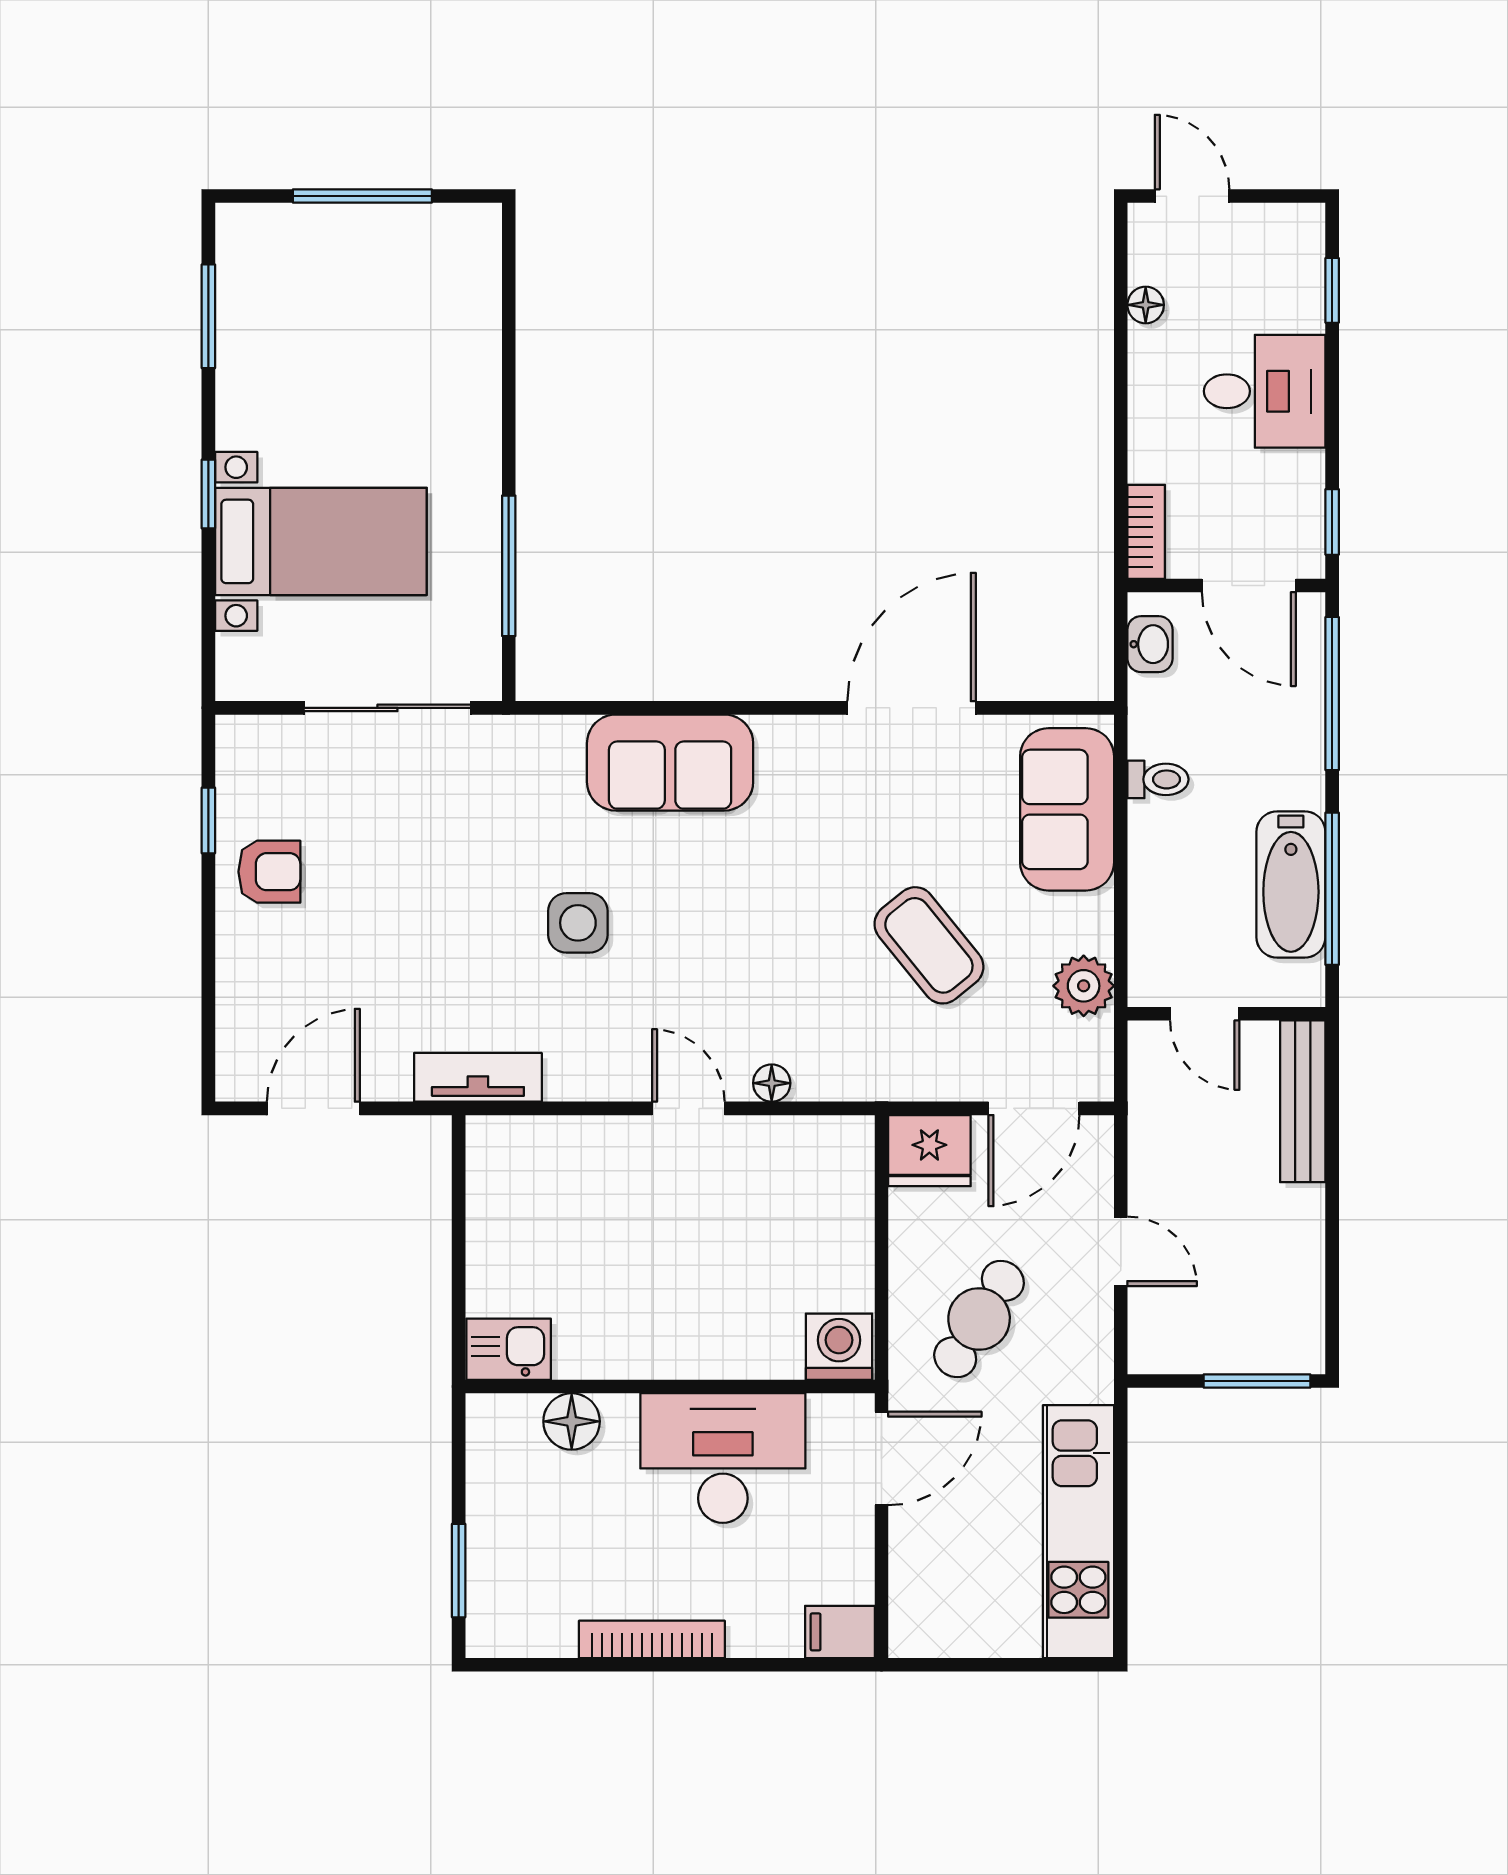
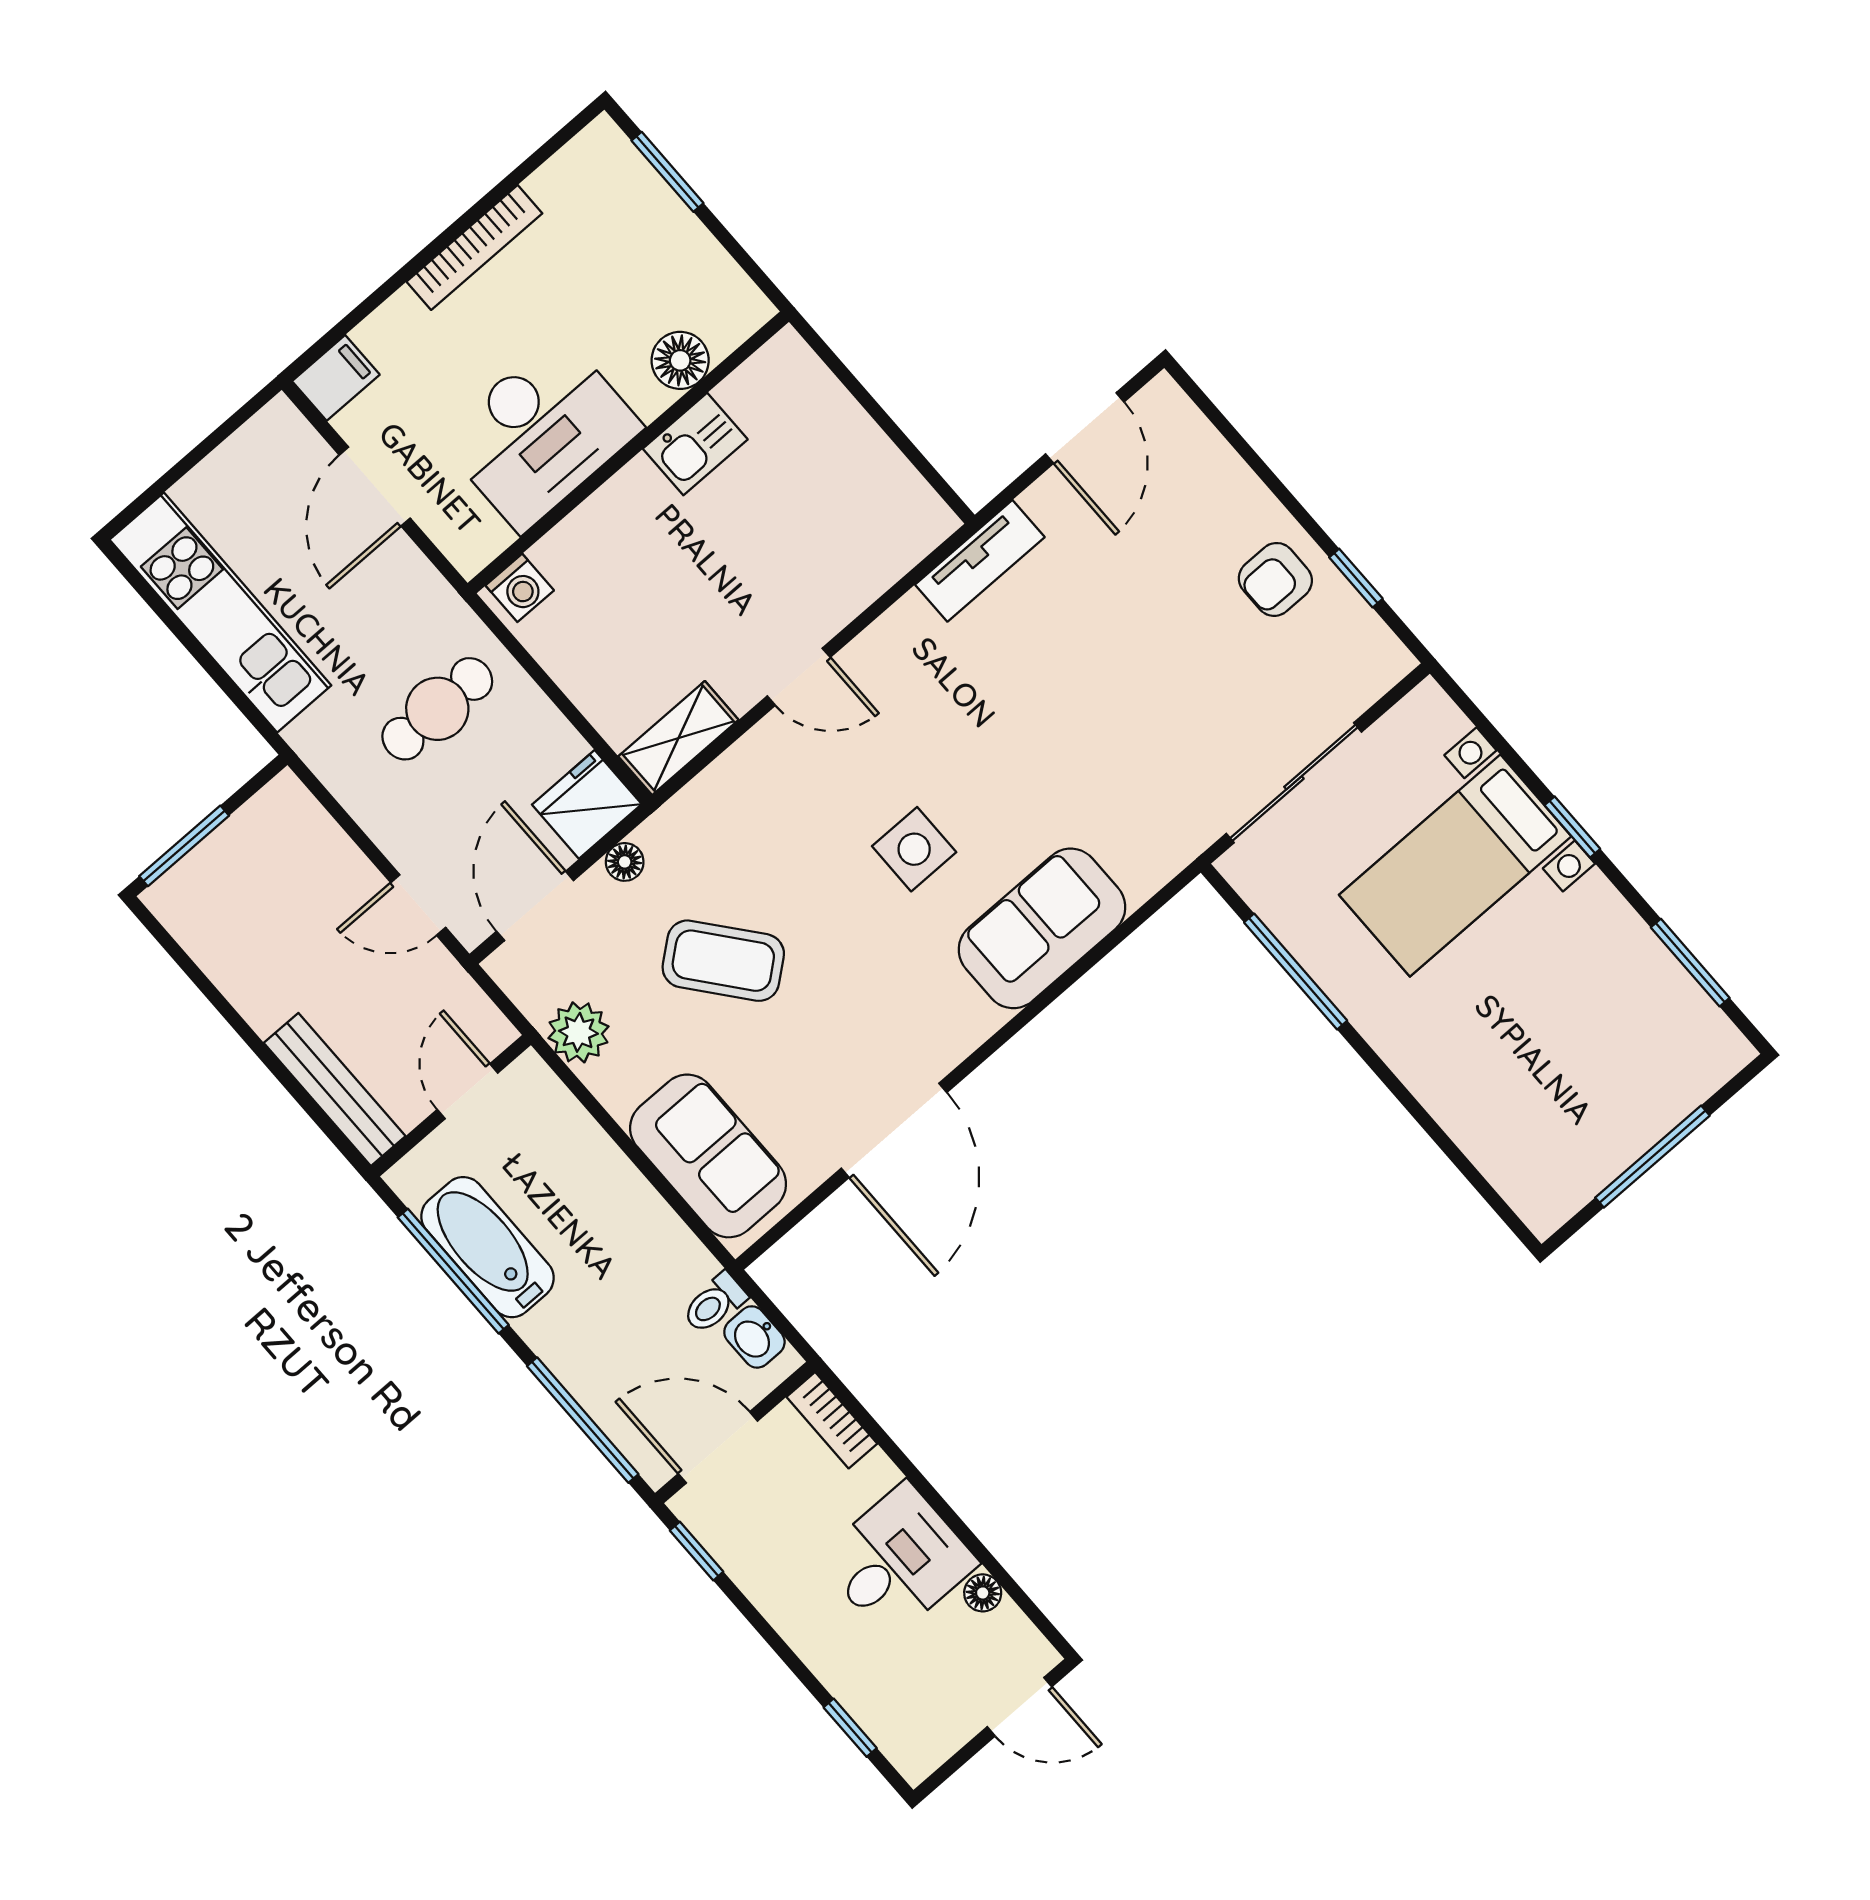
desk: (1265, 391) -> (898, 1561), moved, turned 180
toilet: (1158, 779) -> (714, 1303), moved
side table: (578, 923) -> (914, 849), moved
door: (1205, 1014) -> (468, 1091), hinge flipped
floor lamp: (772, 1083) -> (625, 862), moved
shelving: (818, 1141) -> (678, 738), added
door: (1121, 1251) -> (418, 905), moved
cafe table: (979, 1319) -> (437, 709), turned 58
washing machine: (839, 1347) -> (520, 588), width x0.73, depth x0.73
kitchen sink: (509, 1349) -> (695, 444), moved
door: (881, 1458) -> (375, 487), moved

